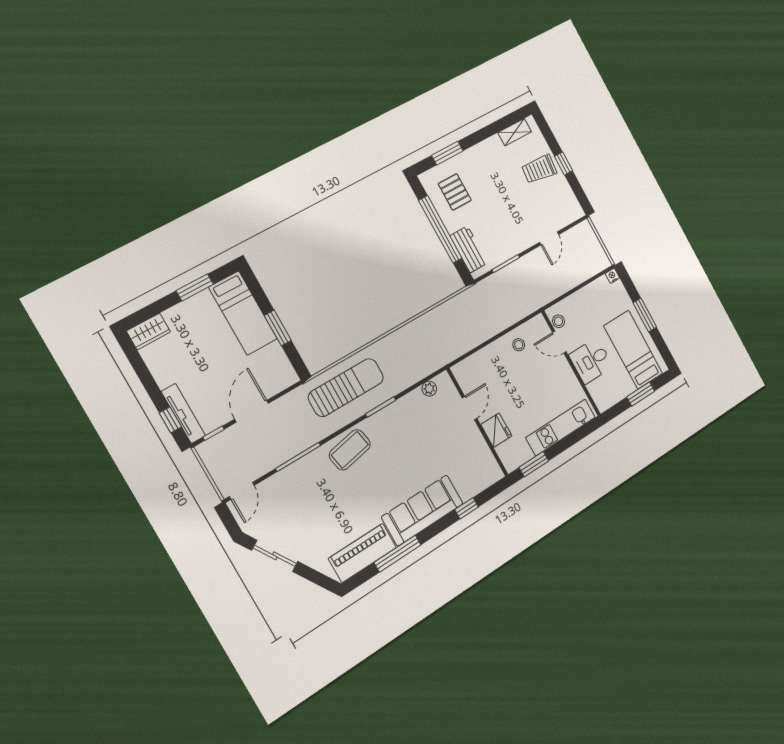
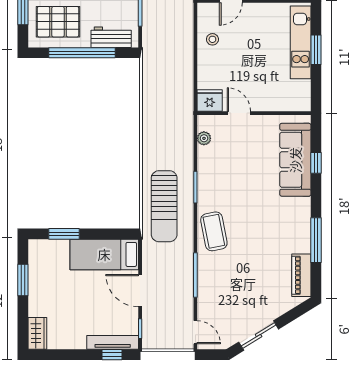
pallet: (455, 192) -> (58, 22), width x1.50, depth x1.42
bed: (243, 313) -> (104, 254), moved, turned 180
window: (278, 328) -> (64, 234), moved
sun lounger: (346, 387) -> (164, 206), turned 180
fridge: (496, 430) -> (210, 101), moved
window: (534, 464) -> (316, 50), moved
sofa: (422, 510) -> (295, 160), moved
piano: (362, 553) -> (301, 275), width x0.73, depth x0.75

